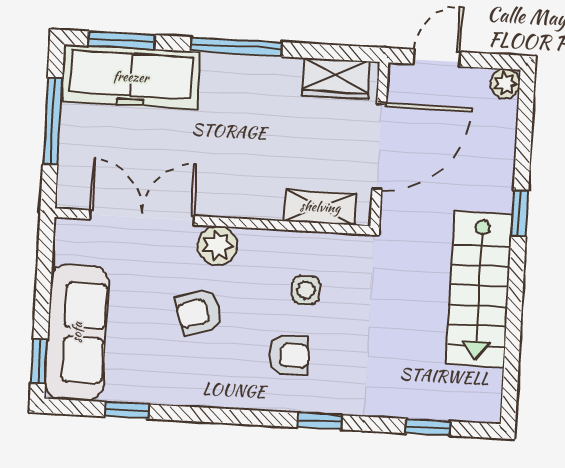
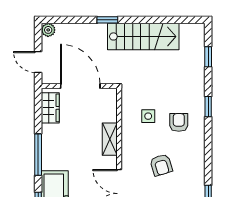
shelving: (320, 207) -> (110, 139), moved
plant: (218, 246) -> (130, 158), removed

